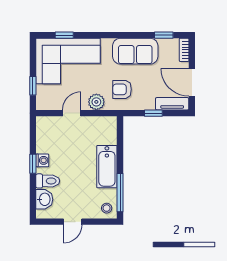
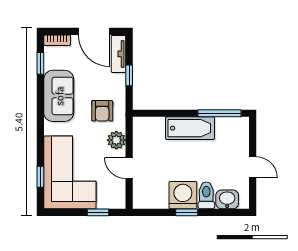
door: (192, 82) -> (94, 31), hinge flipped
washing machine: (42, 160) -> (183, 195), width x1.89, depth x1.89
stool: (107, 208) -> (237, 129), removed

